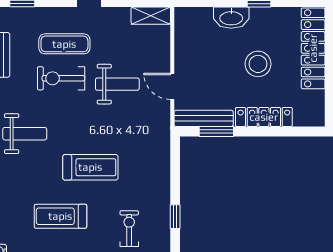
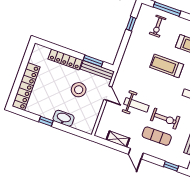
shelving: (151, 16) -> (118, 139), moved
stool: (258, 64) -> (79, 90), moved
weight bench: (117, 84) -> (136, 105), turned 180

